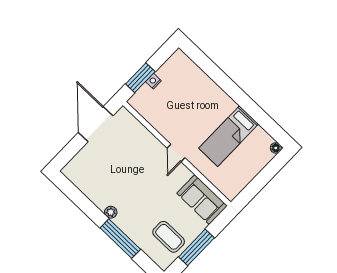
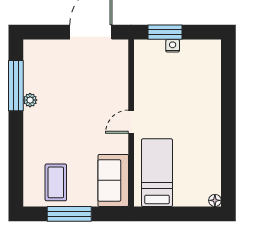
bed: (229, 136) -> (157, 173), moved, turned 90
plant: (111, 212) -> (30, 100), moved
window: (120, 239) -> (16, 86), moved

